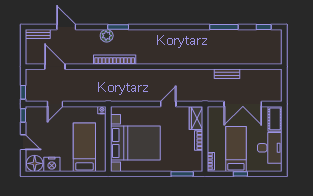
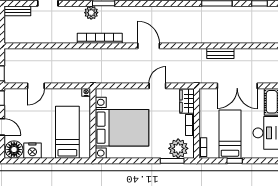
door: (55, 67) -> (149, 46), moved
plant: (188, 162) -> (178, 148), added

